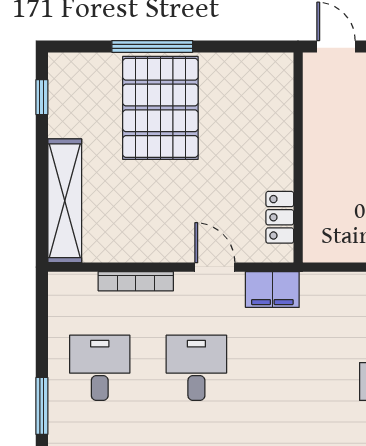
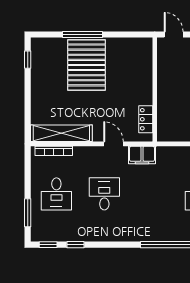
shelving: (65, 201) -> (61, 133), moved, turned 90
bookcase: (136, 281) -> (54, 151), moved
desk: (100, 368) -> (56, 194), turned 180

